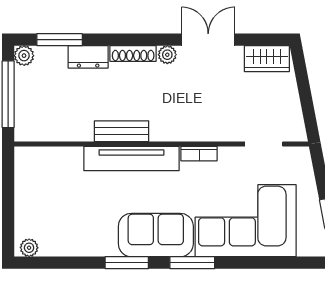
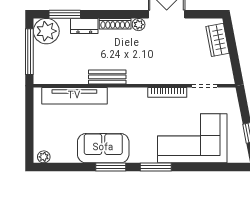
plant: (24, 56) -> (46, 31), width x1.87, depth x1.87
wardrobe: (267, 59) -> (218, 40), moved, turned 79
bookcase: (199, 154) -> (167, 92), width x1.56
tv unit: (131, 159) -> (74, 96), moved
sofa: (156, 235) -> (103, 148), moved

